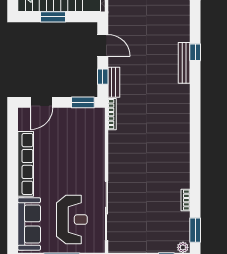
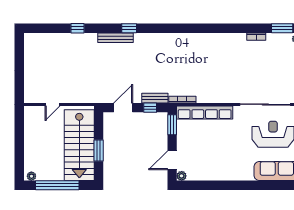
bench: (184, 63) -> (115, 38), moved
door: (42, 102) -> (172, 160), swing flipped
plant: (24, 113) -> (182, 176), added
row of seats: (26, 164) -> (205, 112), moved, turned 180

